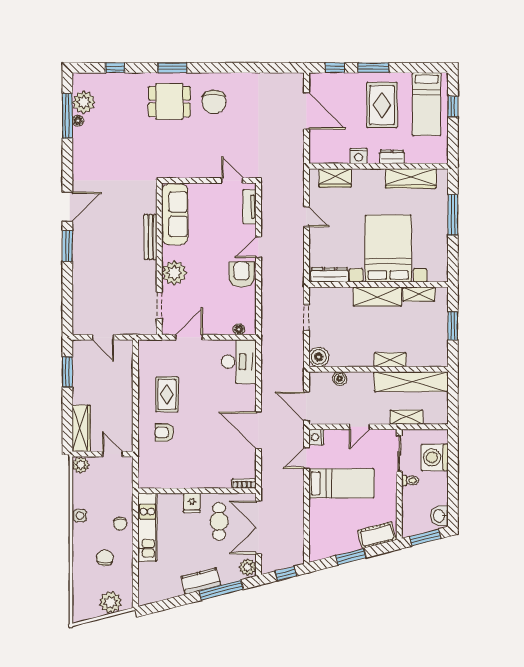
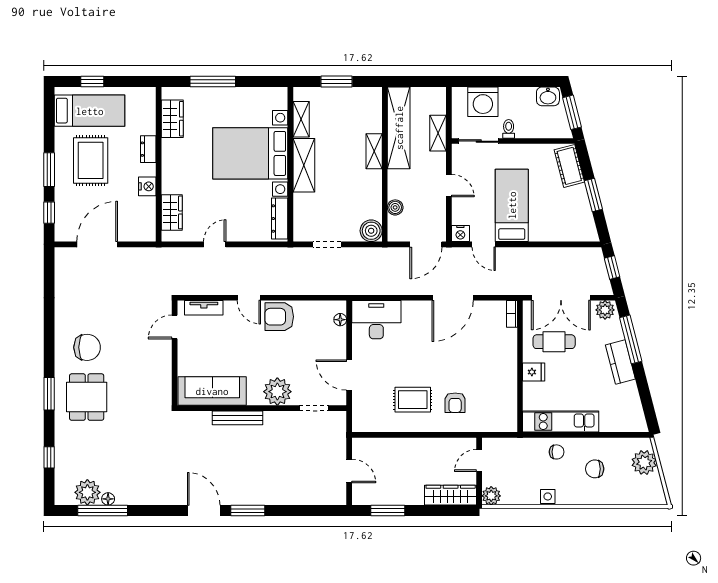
rug: (382, 105) -> (91, 160), turned 90
wardrobe: (411, 178) -> (172, 119), width x0.67
door: (103, 337) -> (349, 471), hinge flipped

